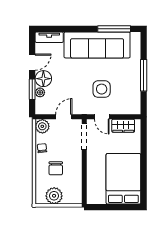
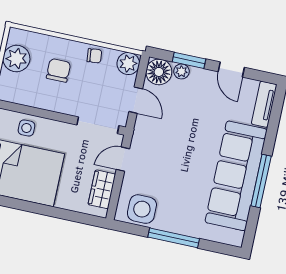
window: (114, 29) -> (261, 181), moved
floor lamp: (43, 79) -> (159, 72), moved
side table: (102, 89) -> (142, 209), moved
chair: (56, 168) -> (58, 70), turned 90
side table: (95, 180) -> (26, 128), added

